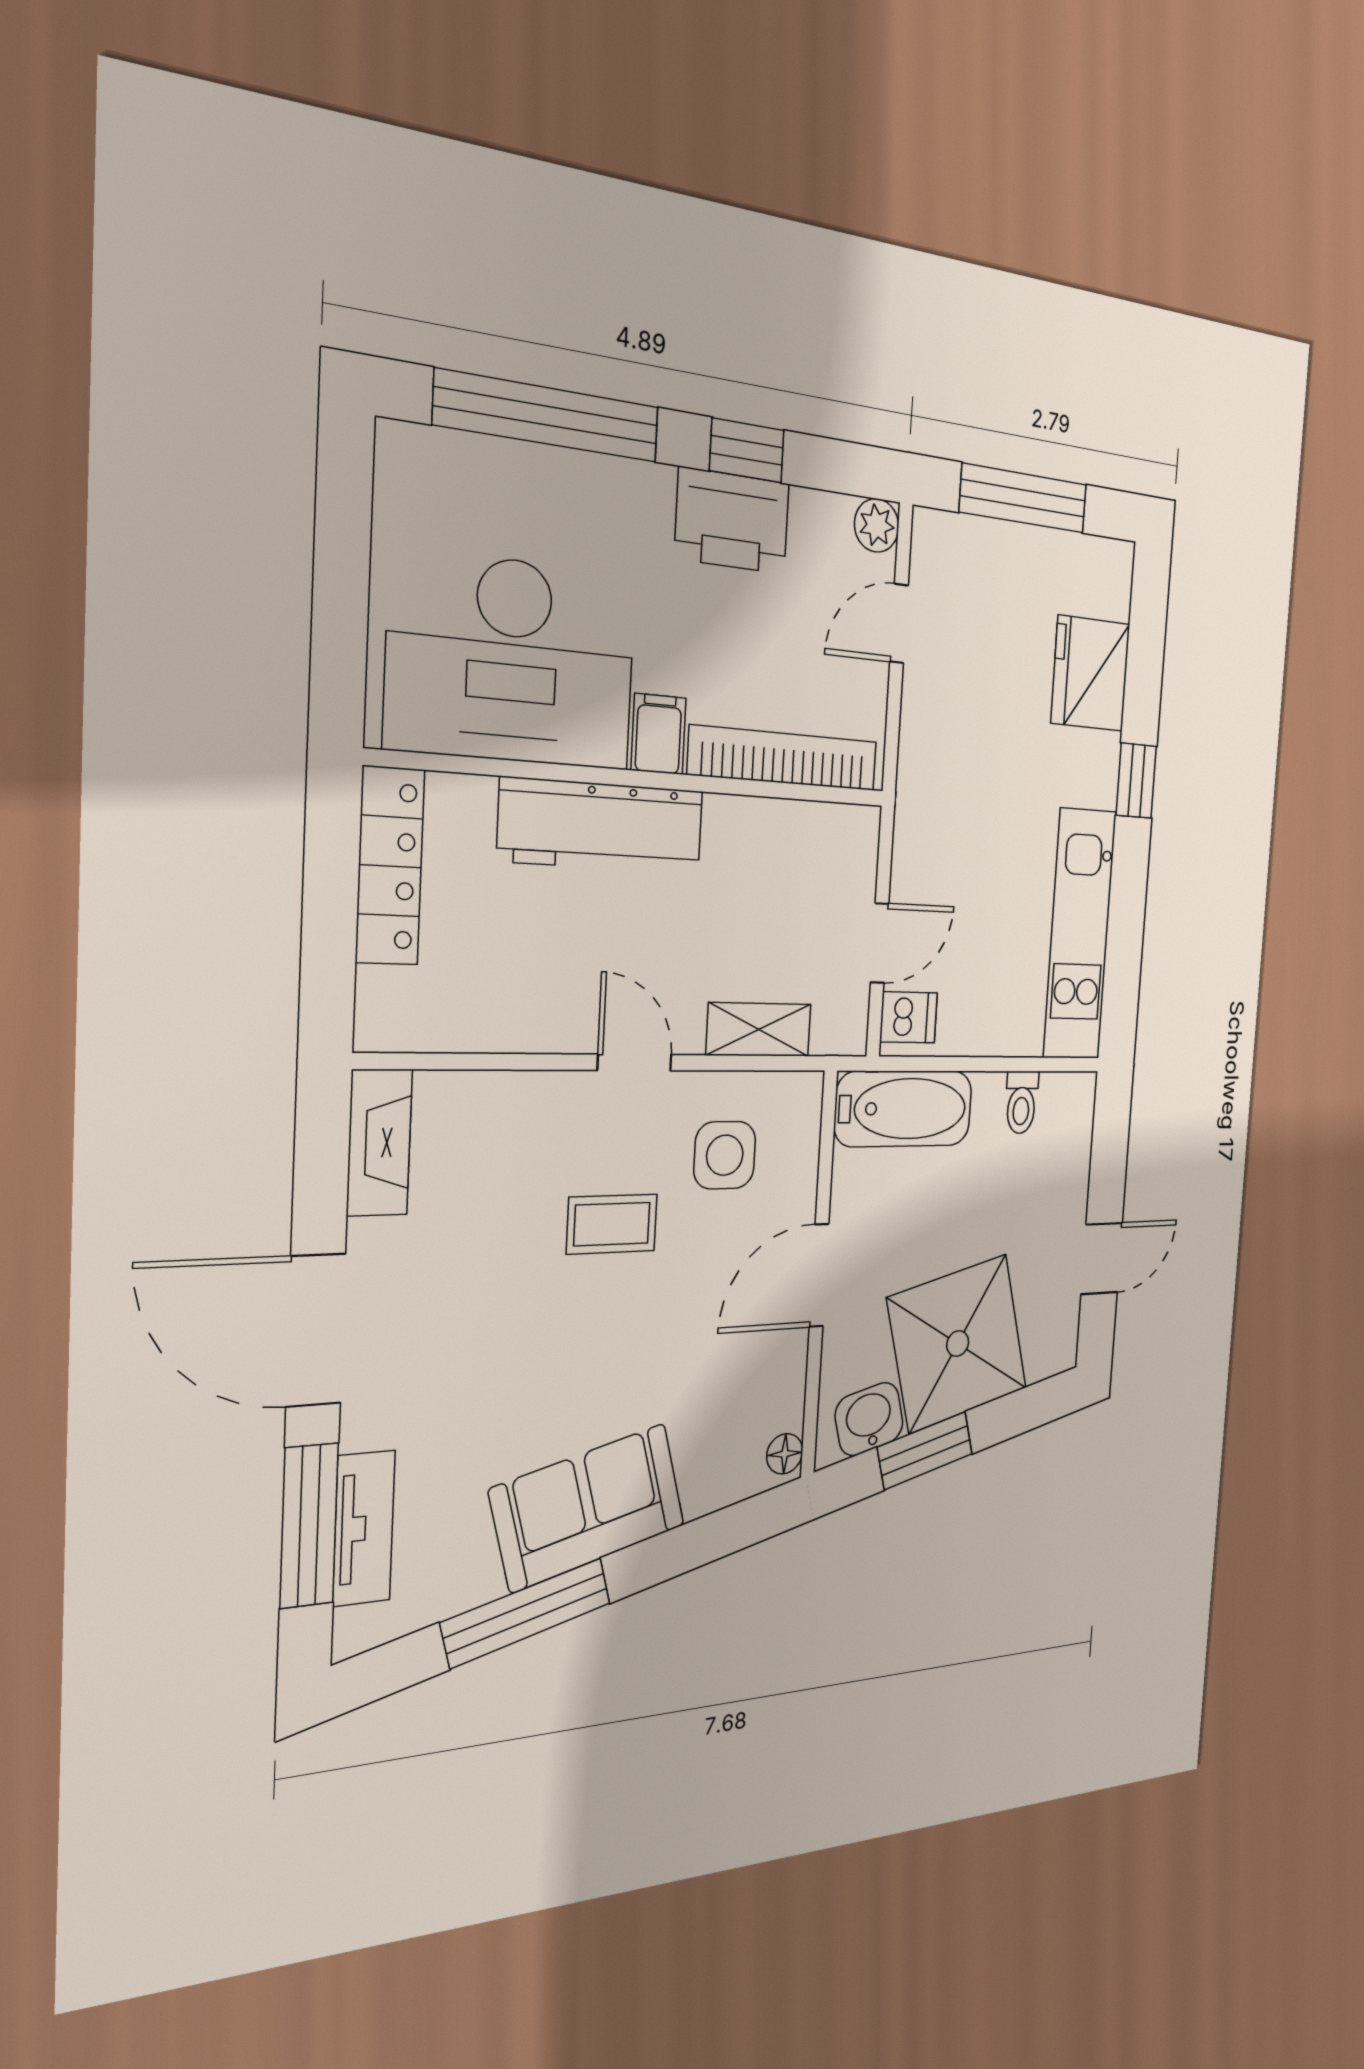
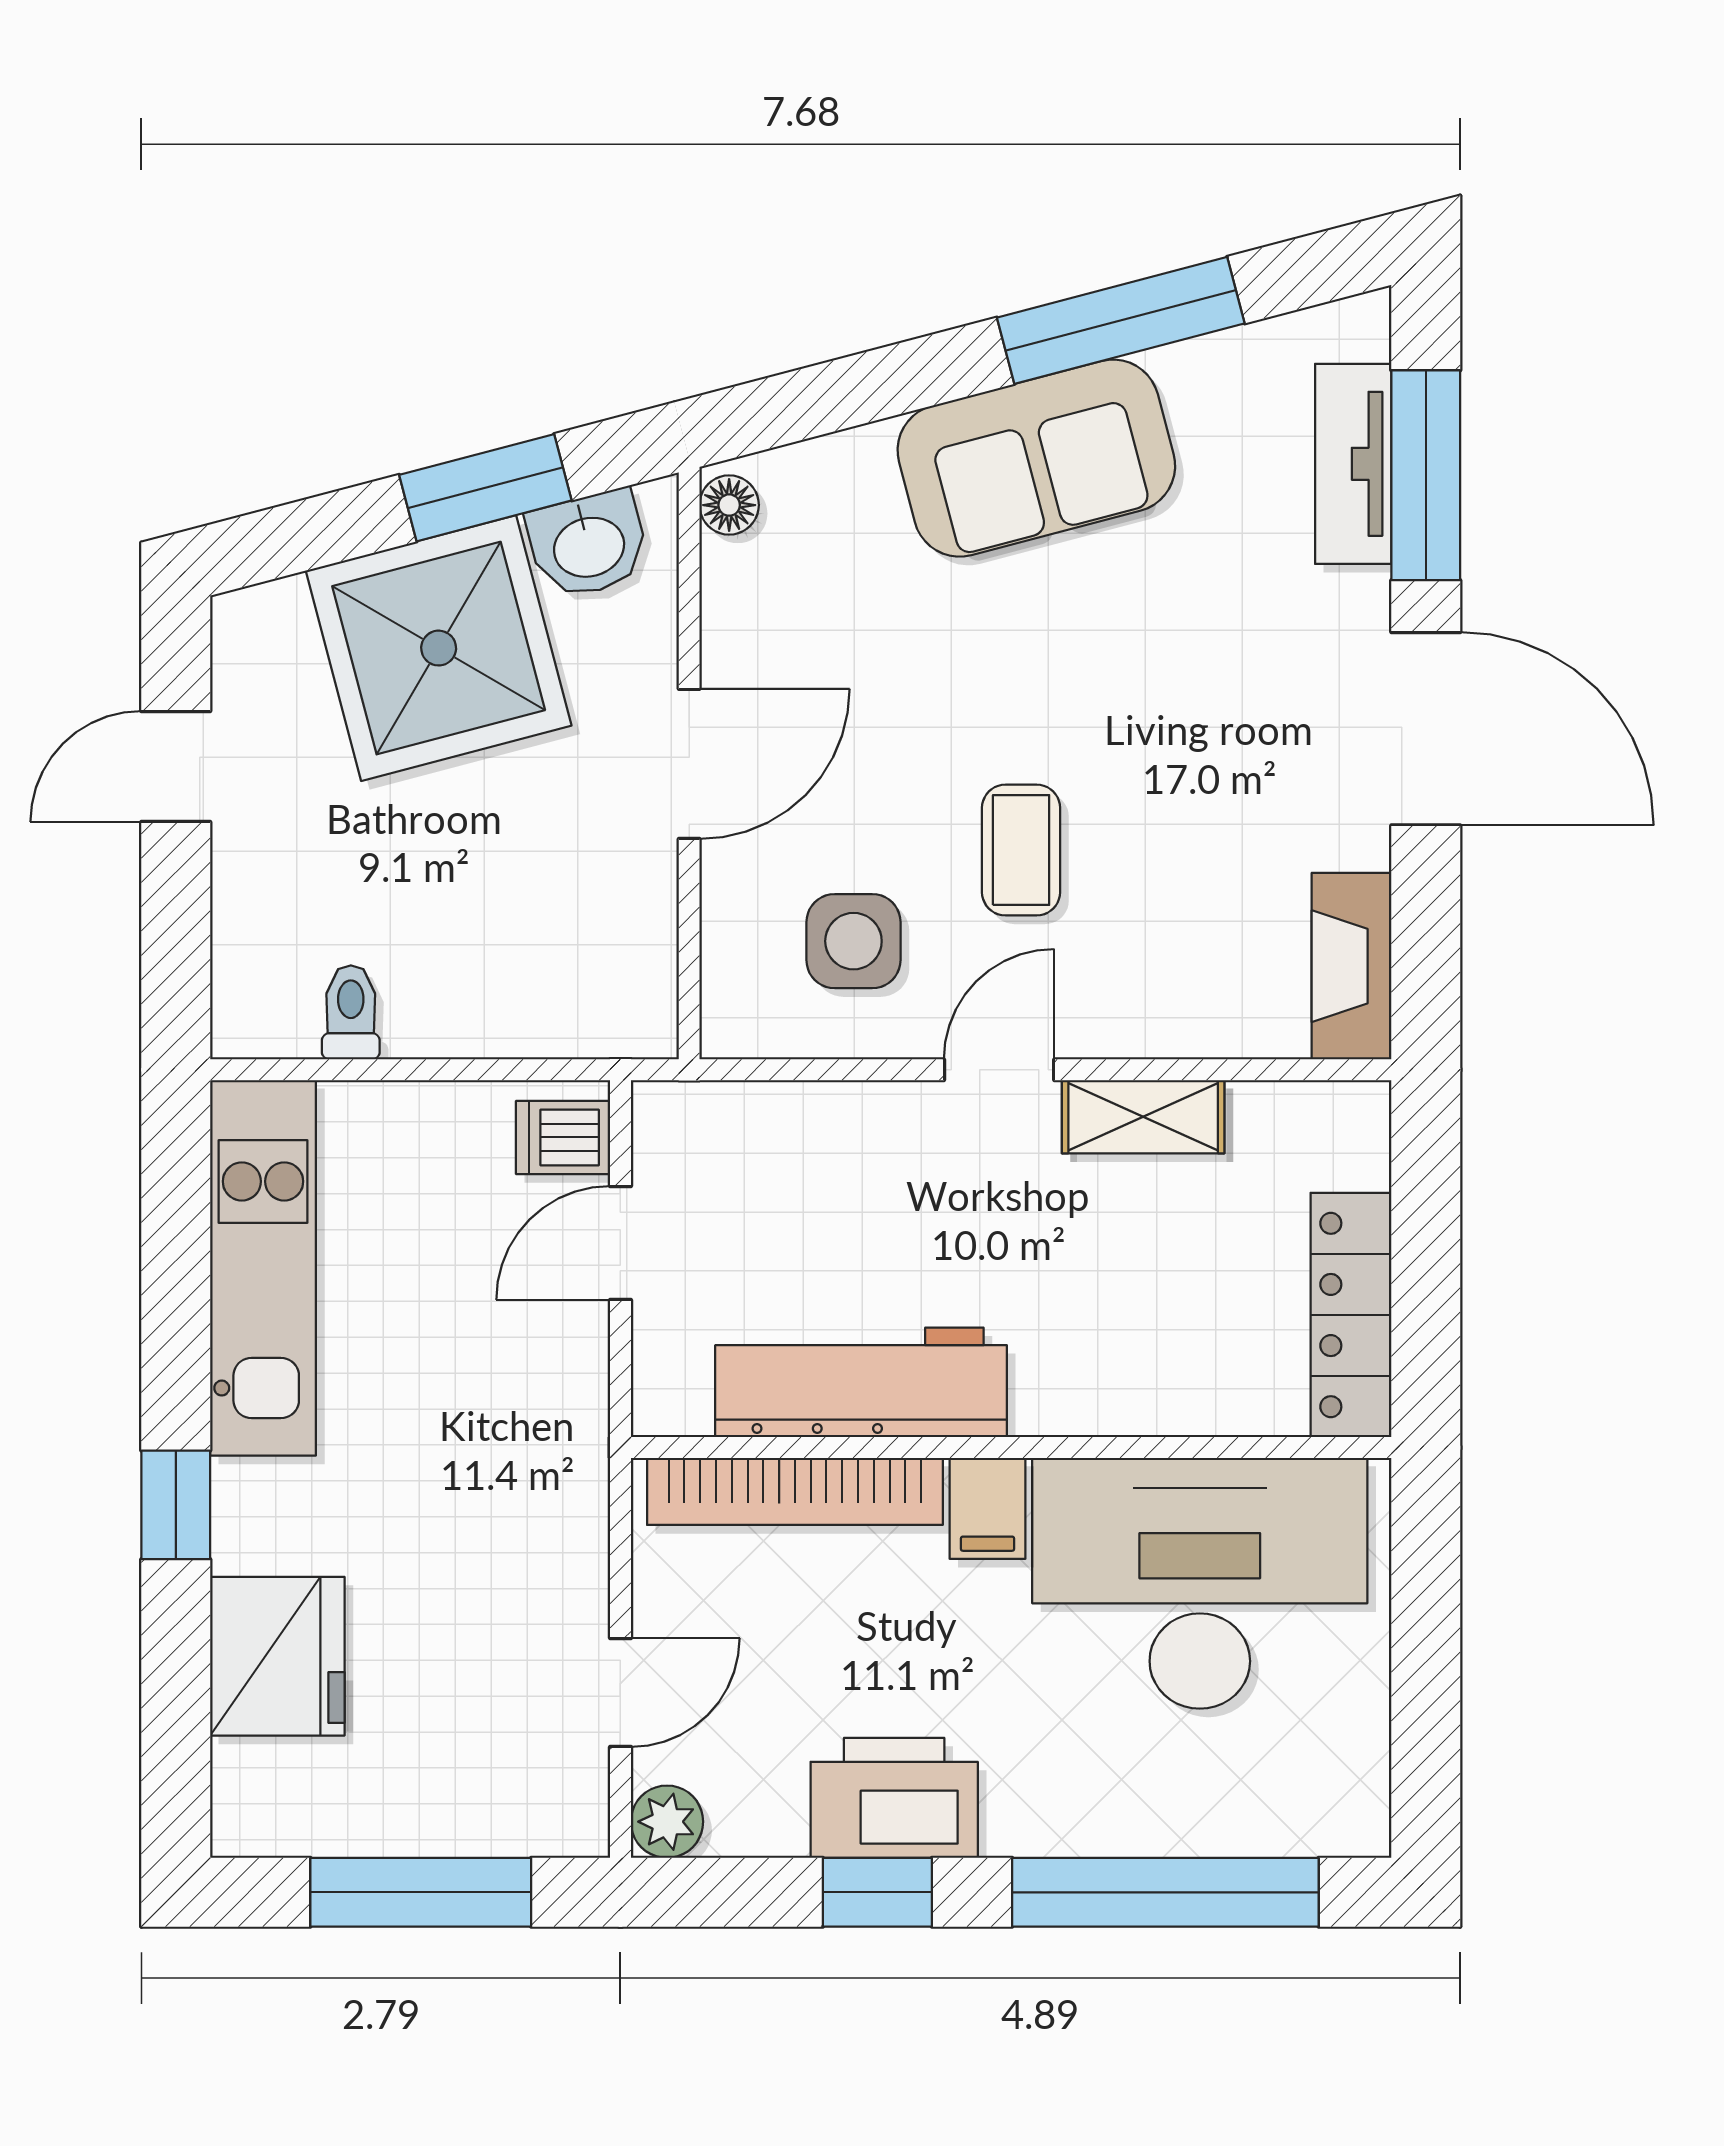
workbench: (602, 826) -> (861, 1382), moved
shelving: (759, 1030) -> (1143, 1117), moved
door: (635, 1062) -> (999, 1070), swing flipped
bathtub: (904, 1109) -> (562, 1004), removed
coffee table: (612, 1224) -> (1021, 850), turned 90

